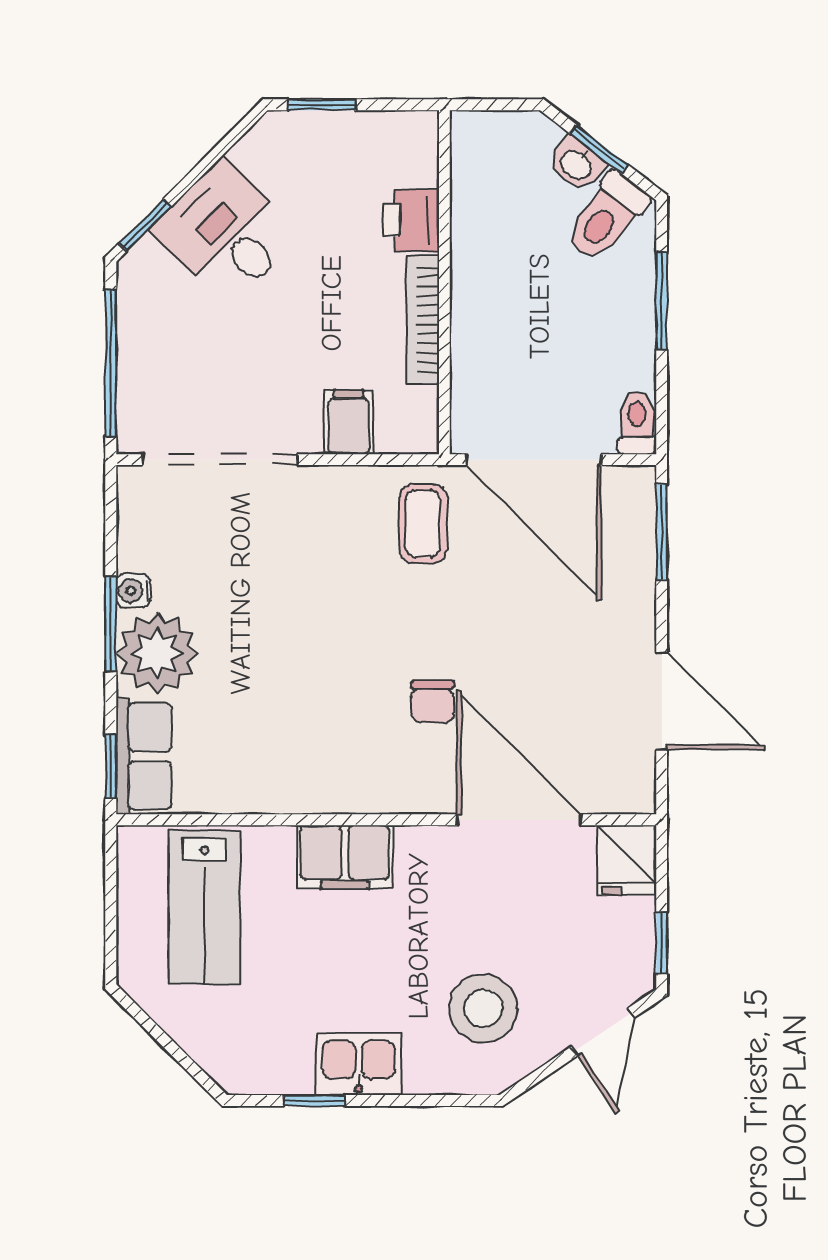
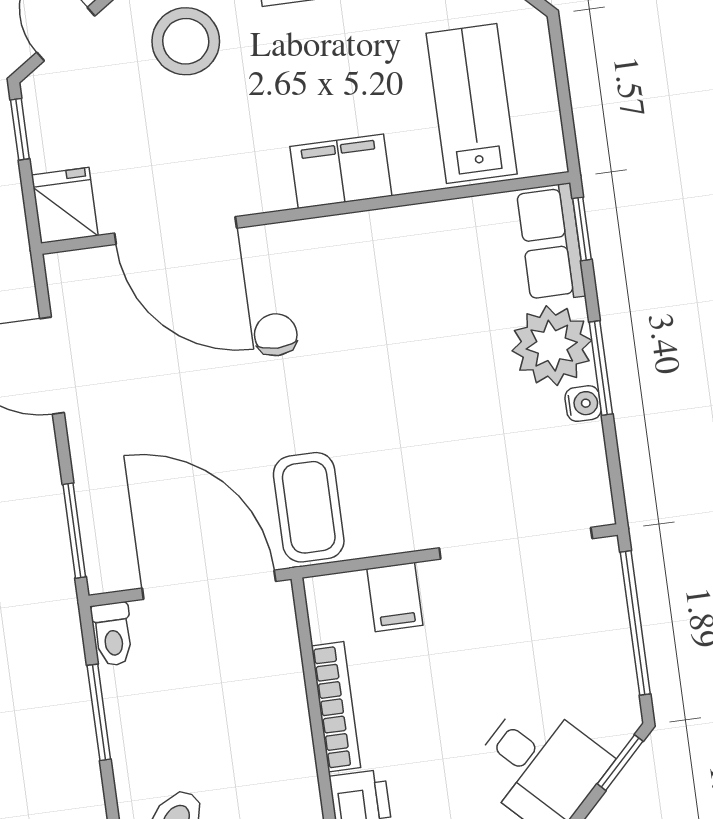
window: (662, 301) -> (99, 712), moved
coffee table: (423, 524) -> (309, 507), width x1.36, depth x1.30

